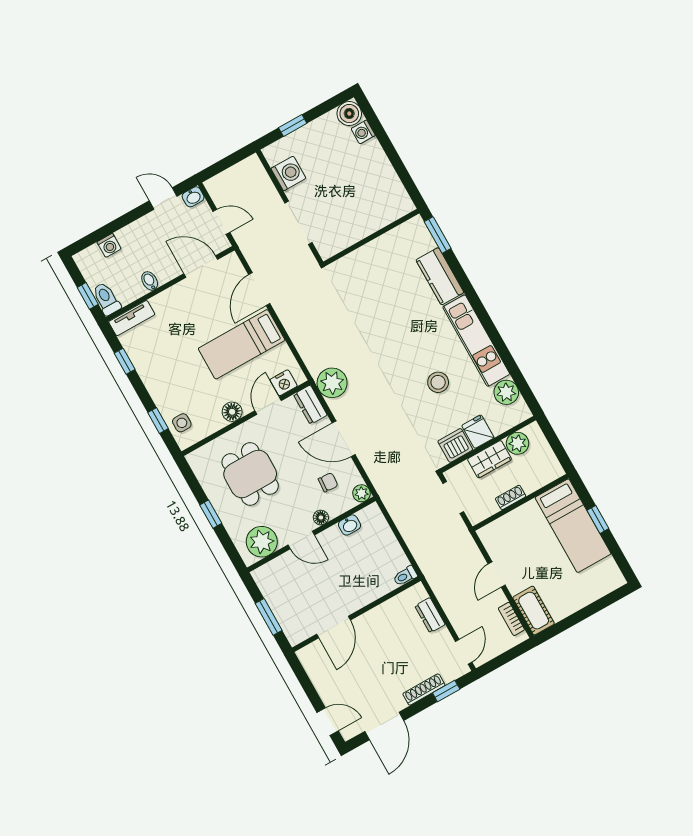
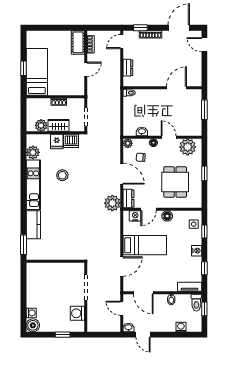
nightstand: (153, 383) -> (197, 251), added

